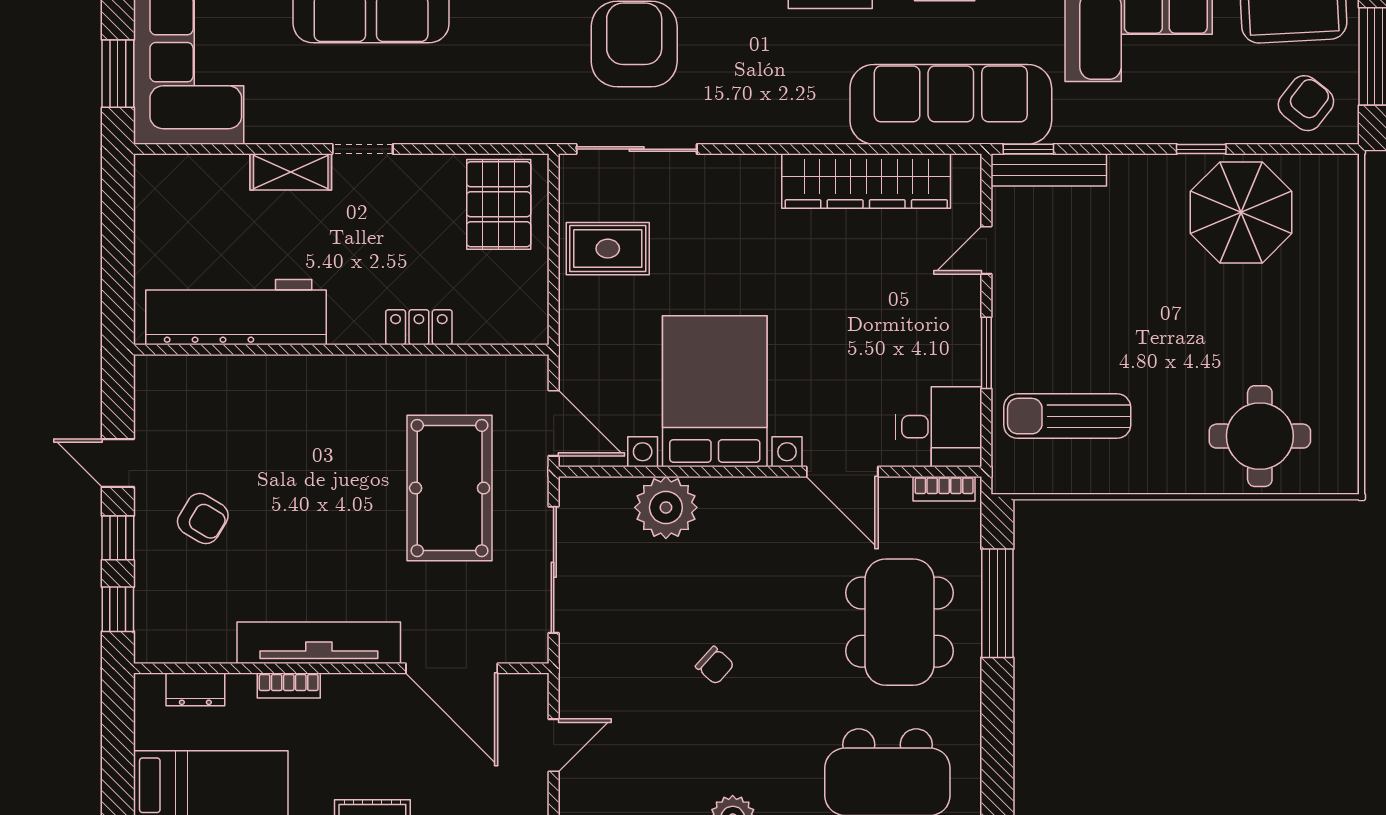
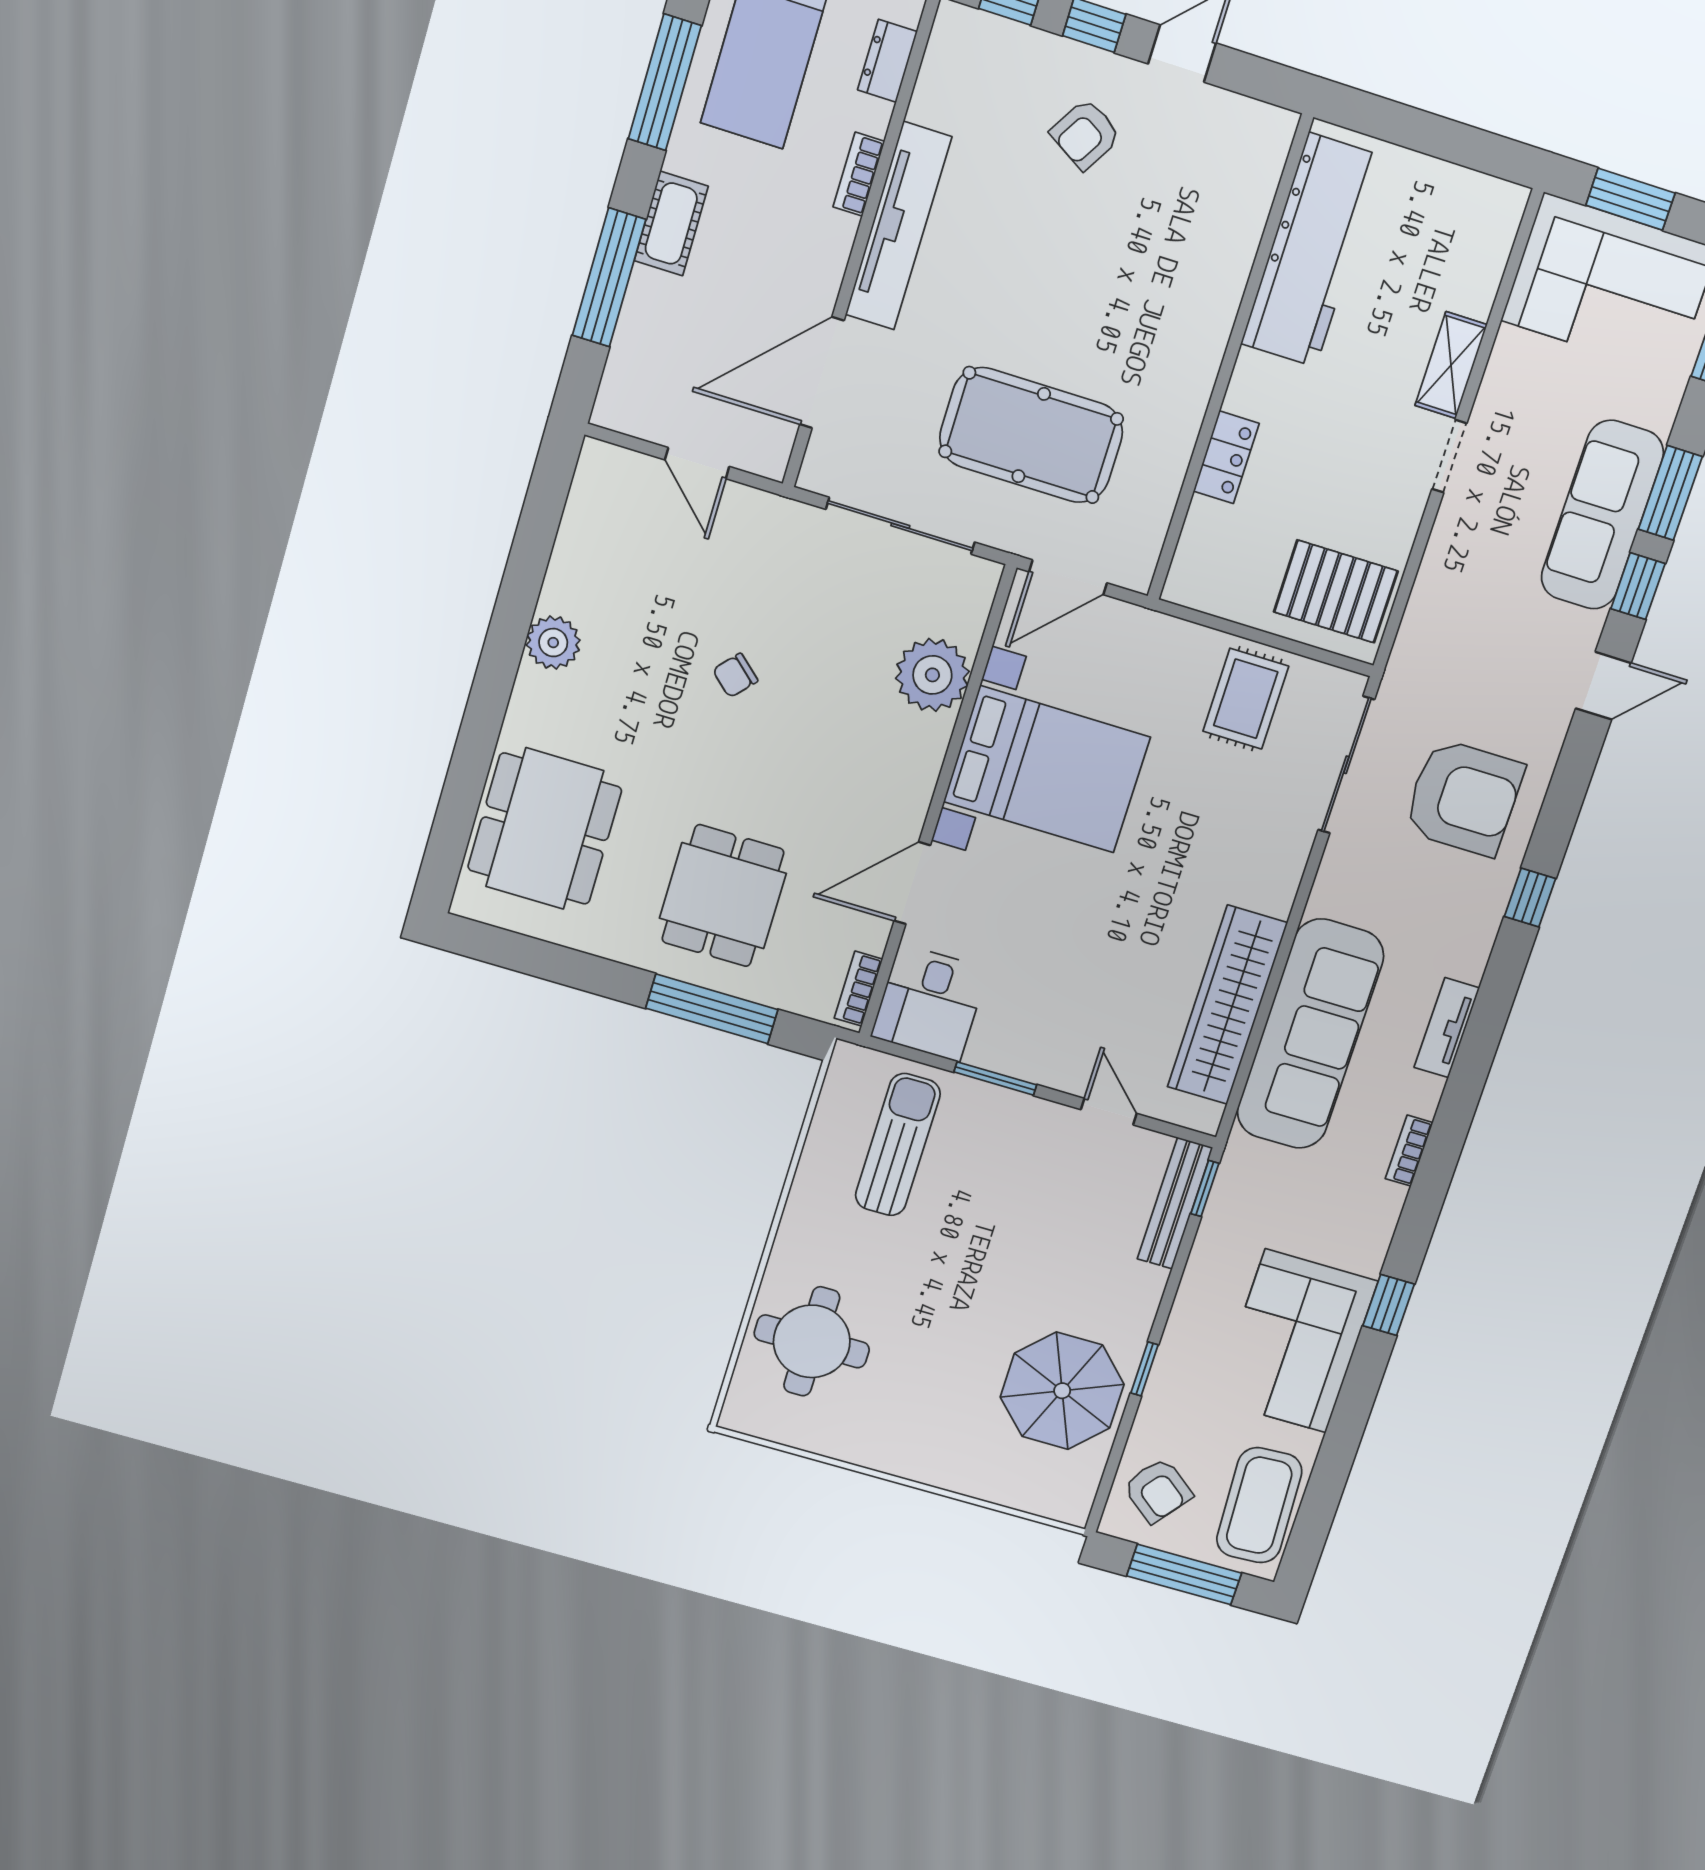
sofa: (951, 104) -> (1310, 1034), moved
dining table: (899, 622) -> (723, 896), width x0.73

